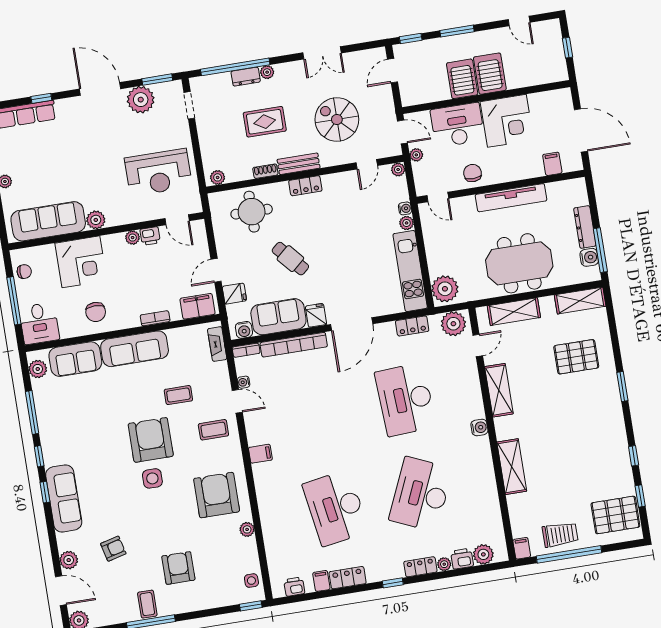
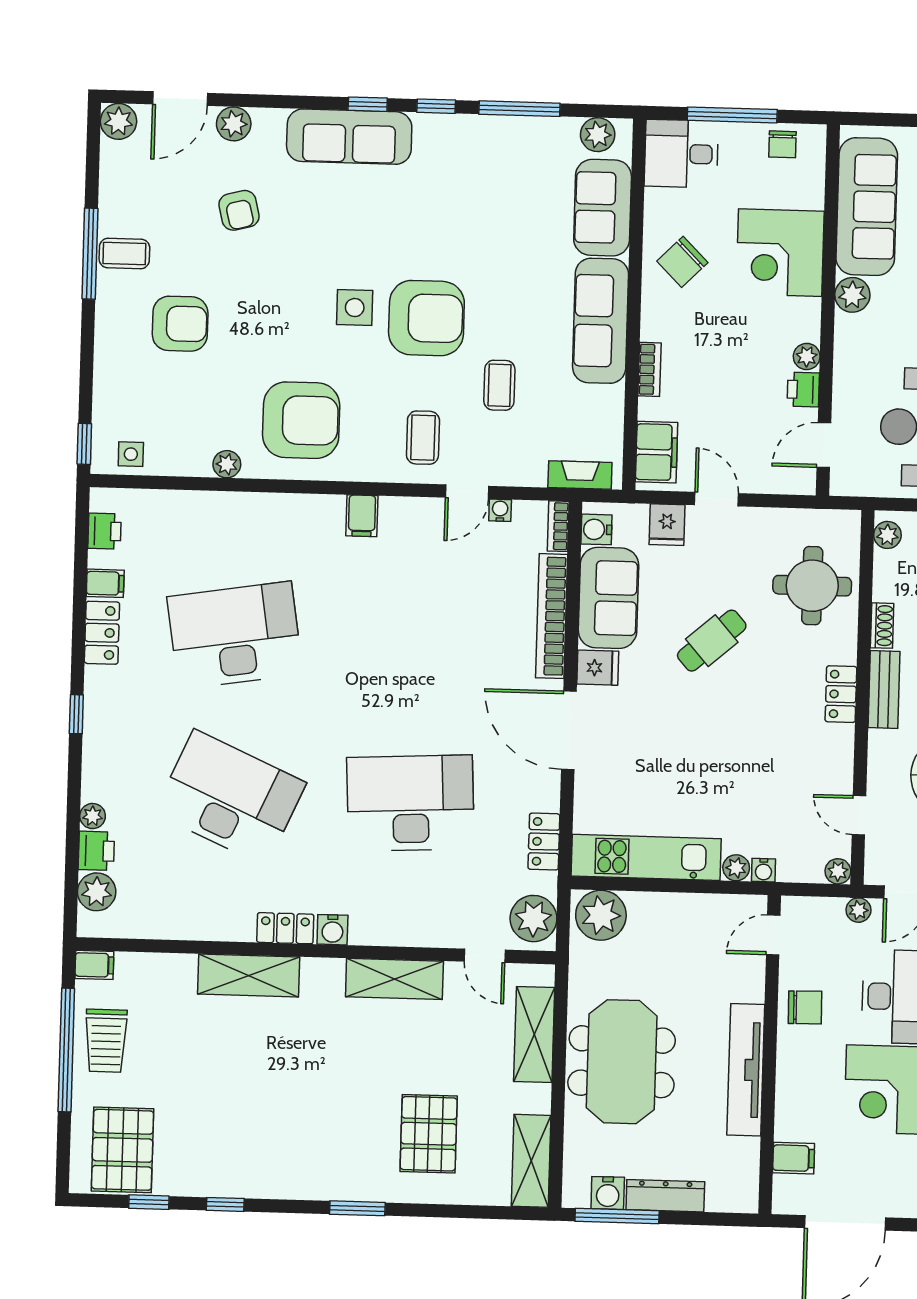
chair: (96, 312) -> (682, 262), turned -45
locker: (420, 567) -> (285, 928), moved, turned -90

